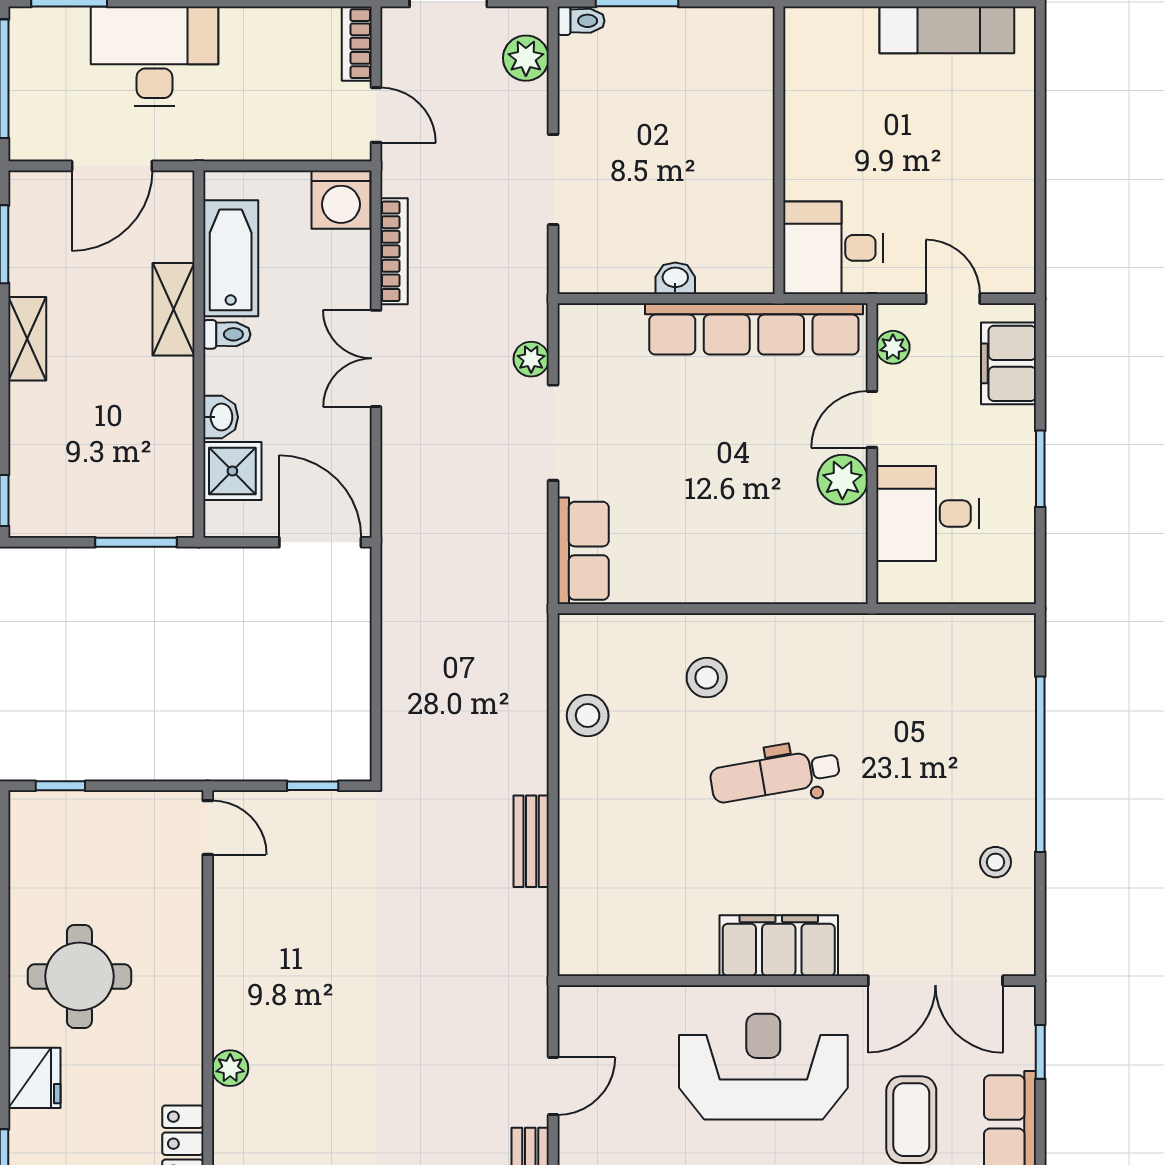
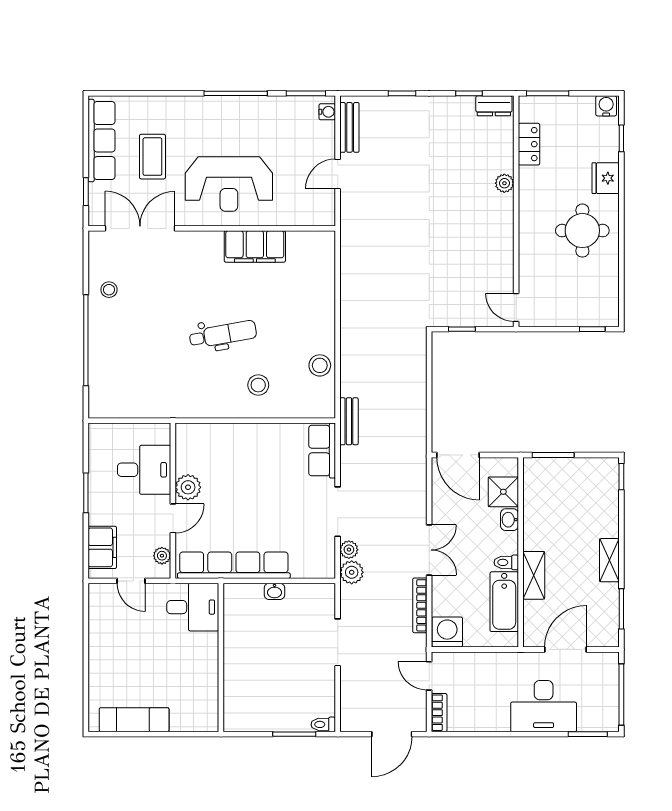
plant: (526, 58) -> (352, 572), moved
bench: (531, 841) -> (349, 421), moved
filing cabinet: (779, 946) -> (255, 247), moved

